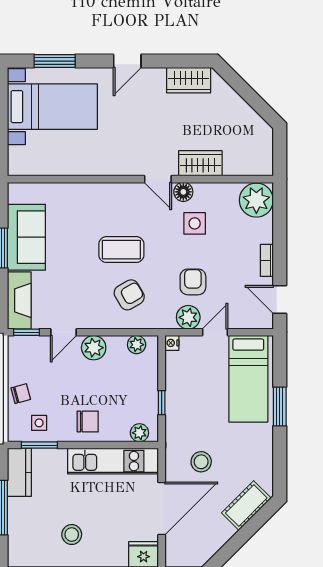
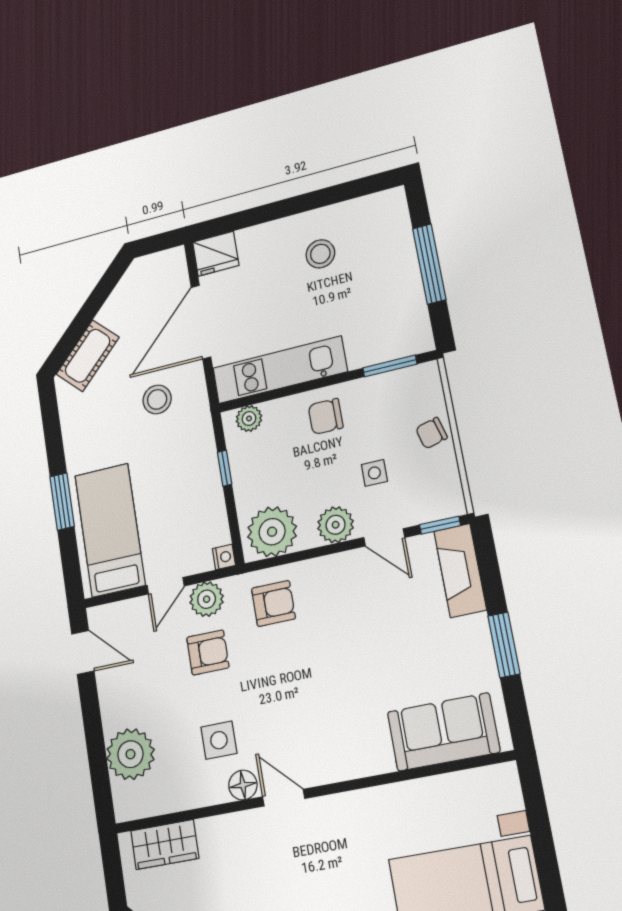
wardrobe: (200, 163) -> (165, 844), moved
plant: (256, 200) -> (130, 754), moved
sofa: (26, 237) -> (443, 732), moved, turned 90
coffee table: (121, 250) -> (320, 679), removed
bookcase: (267, 260) -> (108, 706), removed
armchair: (193, 282) -> (208, 652), turned -90
armchair: (129, 295) -> (273, 603), moved, turned -150
door: (64, 332) -> (384, 537), swing flipped
plant: (137, 345) -> (272, 532), width x1.87, depth x1.87
side table: (39, 423) -> (374, 473), moved
kitchen counter: (19, 472) -> (412, 320), removed

